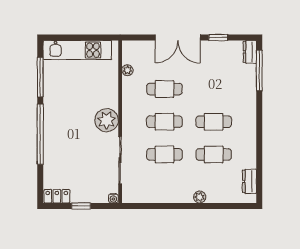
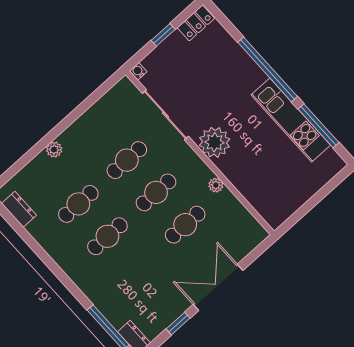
kitchen unit: (77, 50) -> (291, 120), moved, turned -90
plant: (127, 70) -> (216, 185), moved

